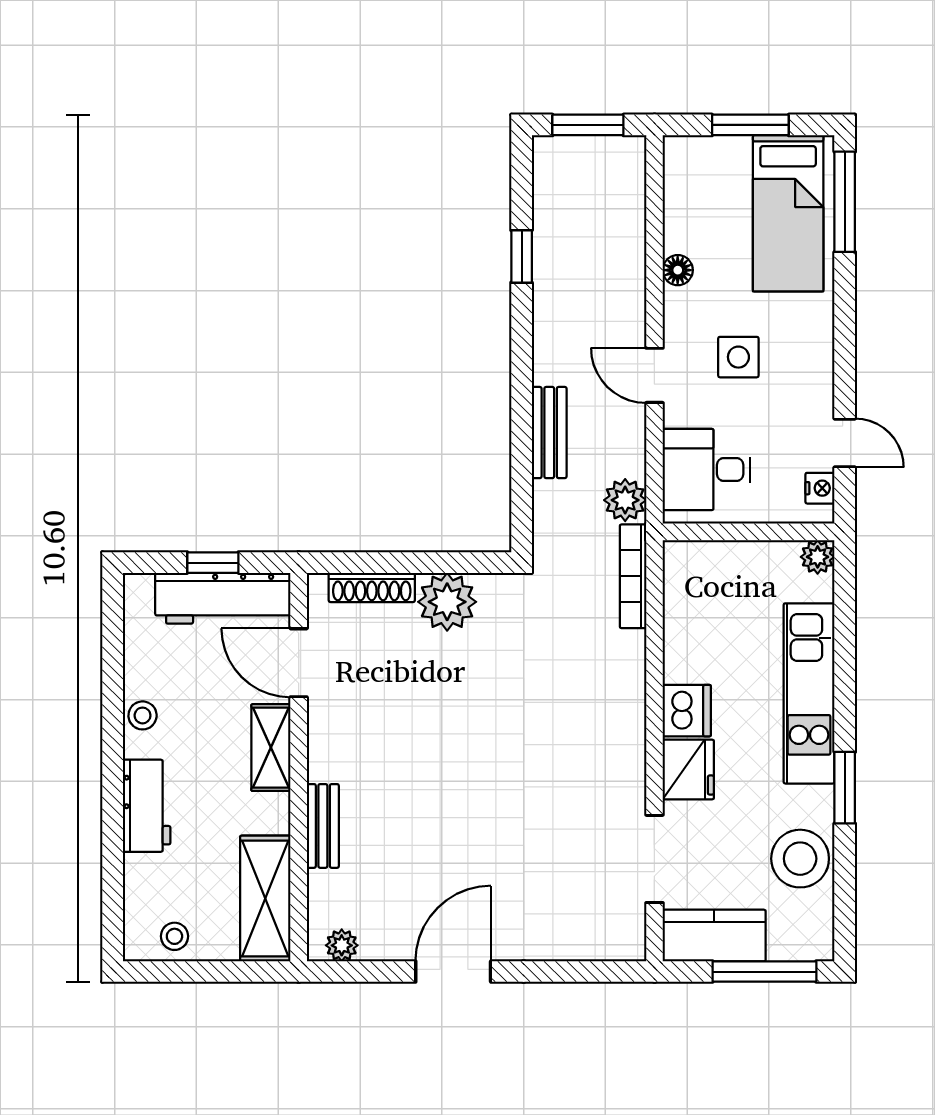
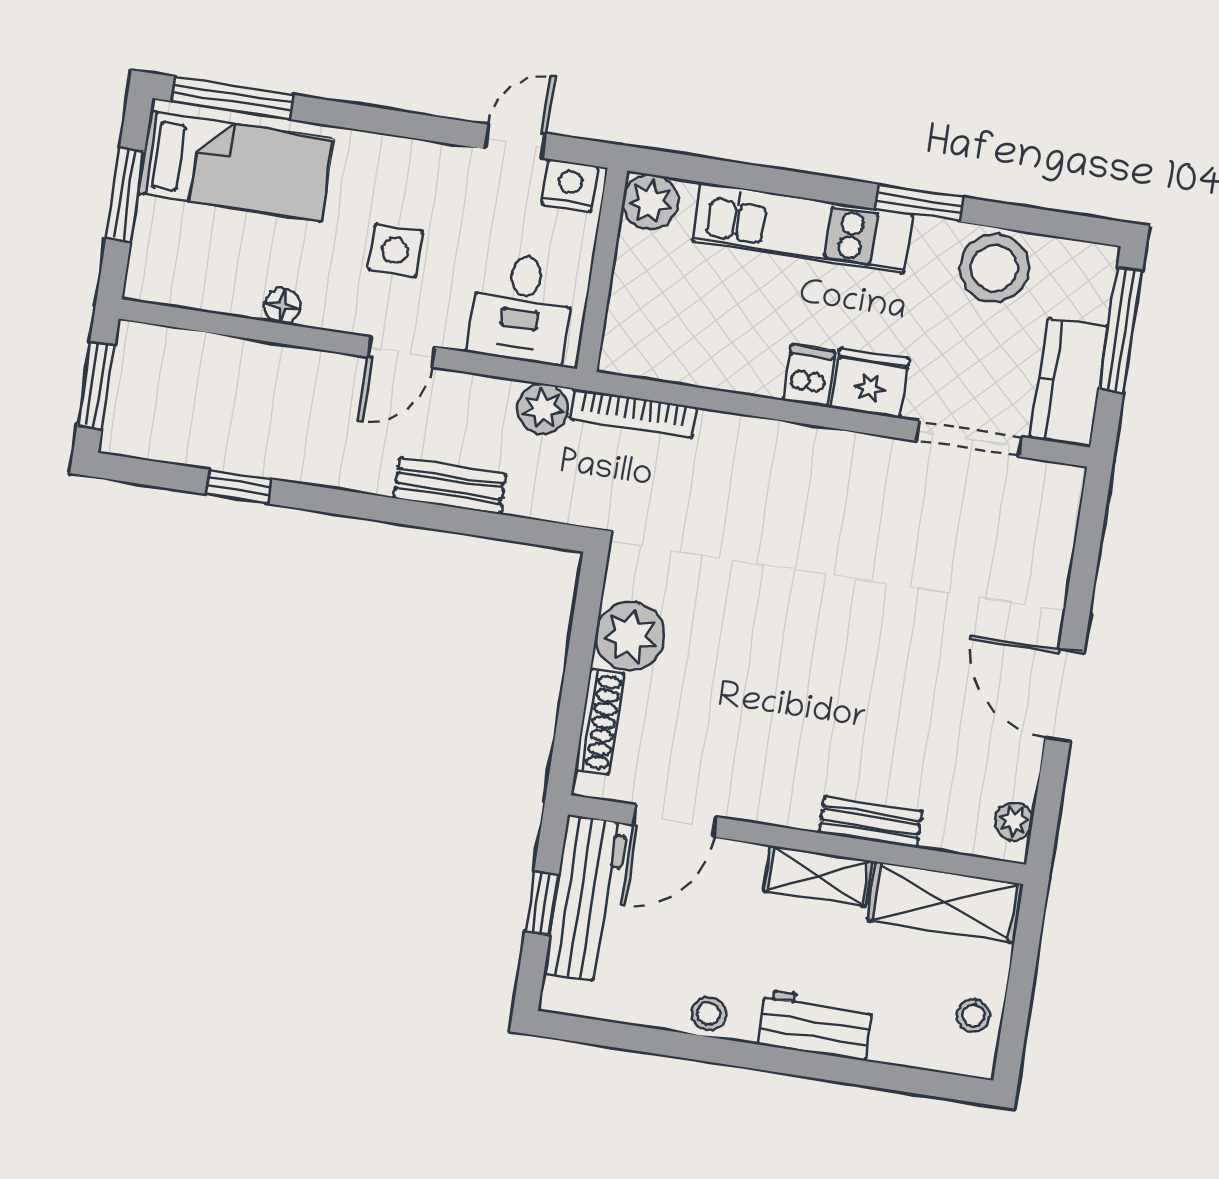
nightstand: (820, 488) -> (570, 185), width x1.39, depth x1.35
plant: (818, 557) -> (650, 202), width x1.38, depth x1.38
dishwasher: (687, 711) -> (809, 376), width x0.73
shelving: (271, 748) -> (818, 876), moved

